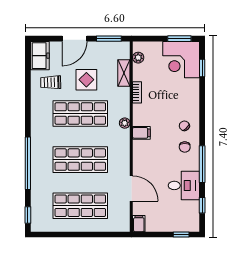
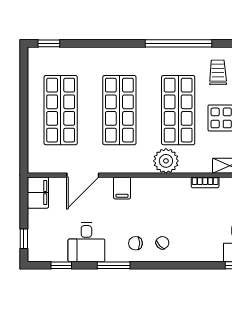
plant: (125, 123) -> (166, 161), width x1.88, depth x1.88
filing cabinet: (141, 133) -> (122, 188), moved
window: (28, 163) -> (179, 43), moved
window: (202, 164) -> (114, 265), width x0.69
filing cabinet: (139, 224) -> (38, 193), width x2.00

